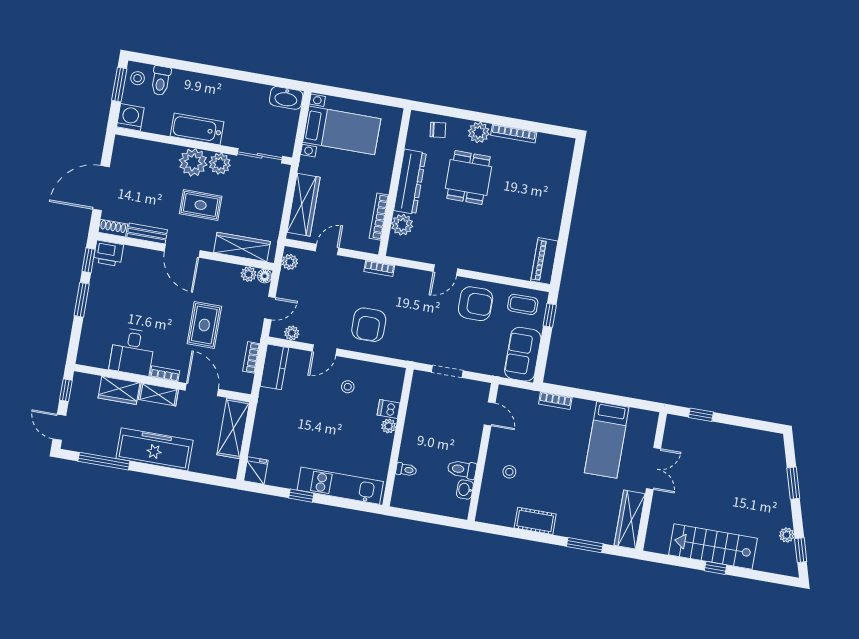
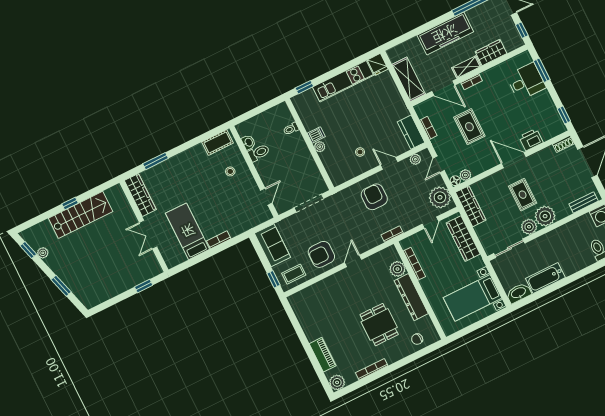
bathtub: (197, 129) -> (545, 278), moved, turned 180
plant: (479, 132) -> (337, 382), moved
rug: (201, 205) -> (523, 195), turned 90
bench: (147, 233) -> (584, 202), moved
wardrobe: (242, 247) -> (471, 206), moved, turned -90
printer: (108, 253) -> (531, 140), moved
piano: (544, 261) -> (323, 355), moved
plant: (290, 262) -> (440, 197), width x1.87, depth x1.87
window: (82, 300) -> (542, 70), moved
door: (325, 350) -> (389, 163), hinge flipped
desk: (132, 352) -> (526, 82), moved, turned 90
doorway: (447, 371) -> (309, 203), width x1.38
bookcase: (555, 401) -> (219, 240), moved
dishwasher: (389, 409) -> (316, 135), moved
door: (490, 414) -> (266, 197), swing flipped
kitchen unit: (340, 486) -> (343, 81), moved
window: (301, 496) -> (304, 87), moved
cot: (535, 521) -> (218, 143), moved

